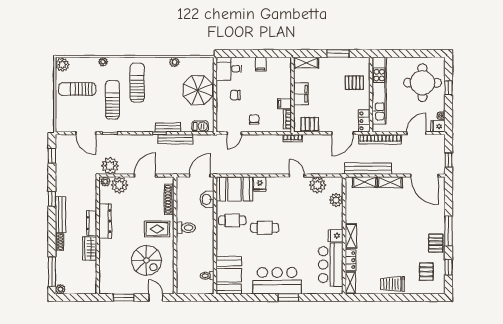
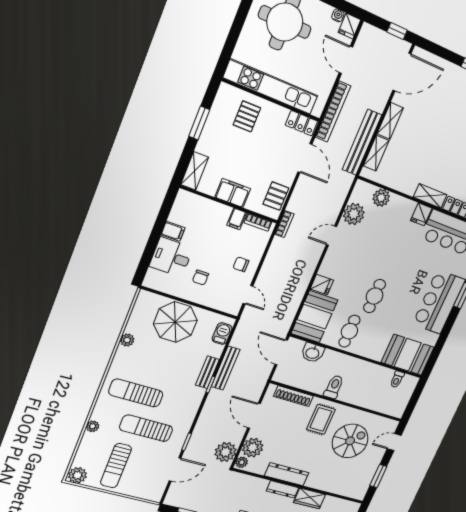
desk: (229, 69) -> (171, 257), moved, turned 90

